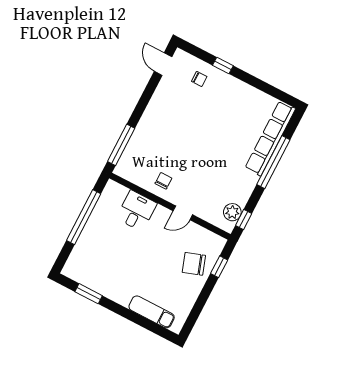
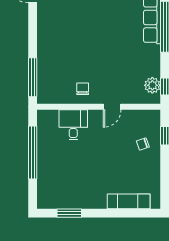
chair: (194, 264) -> (143, 144), width x0.54, depth x0.54

